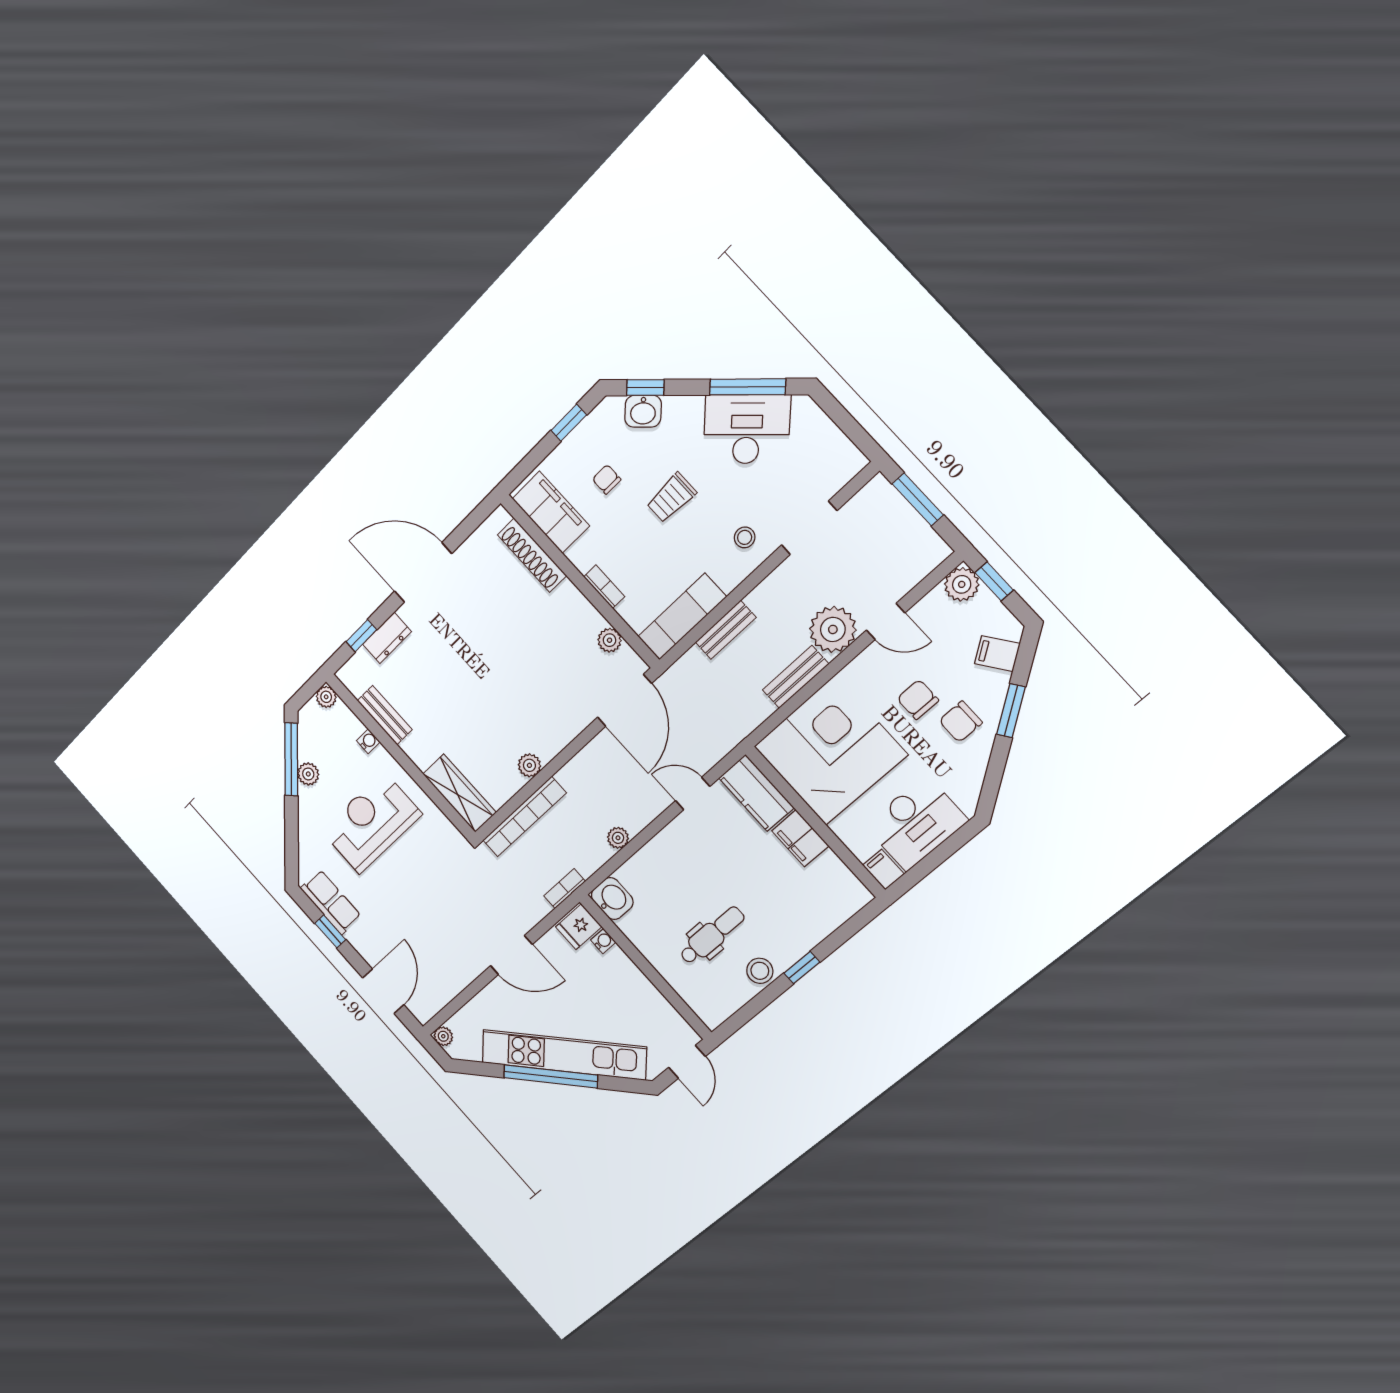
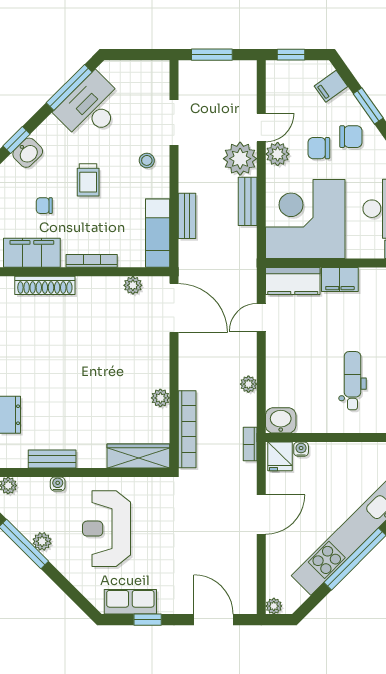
plant: (962, 584) -> (278, 154), moved
bookcase: (604, 587) -> (92, 261), width x1.56
chair: (961, 722) -> (351, 137), turned -90

